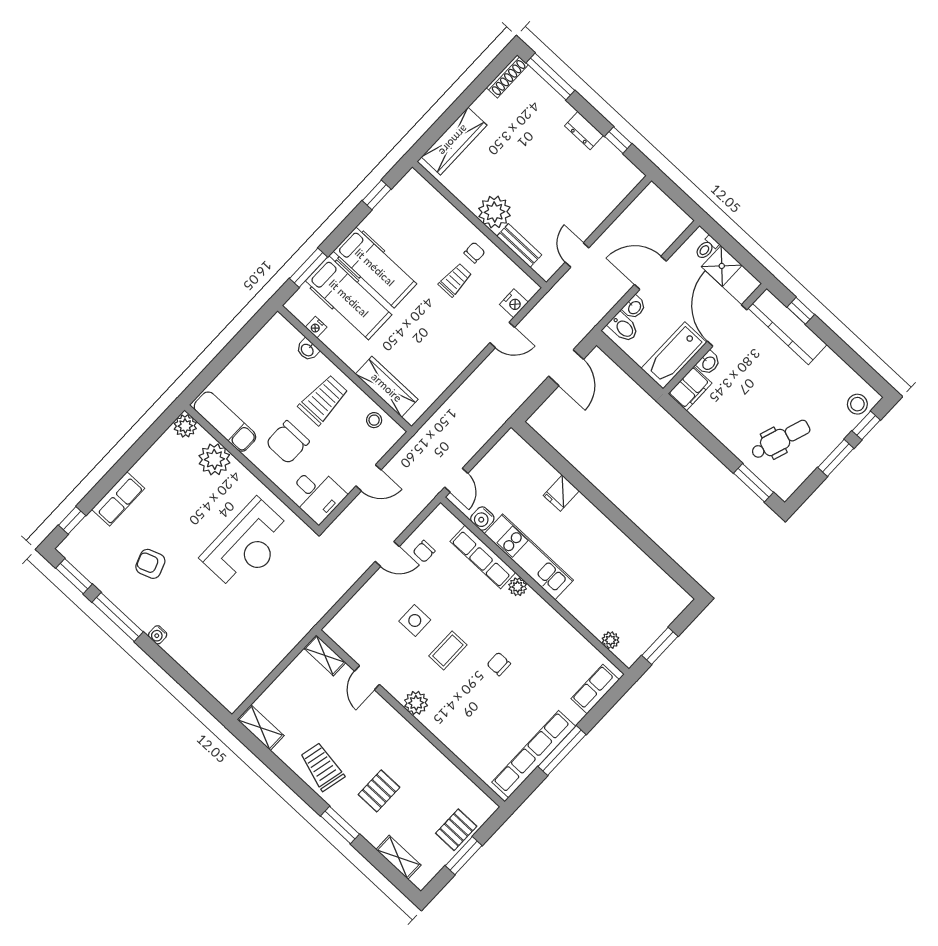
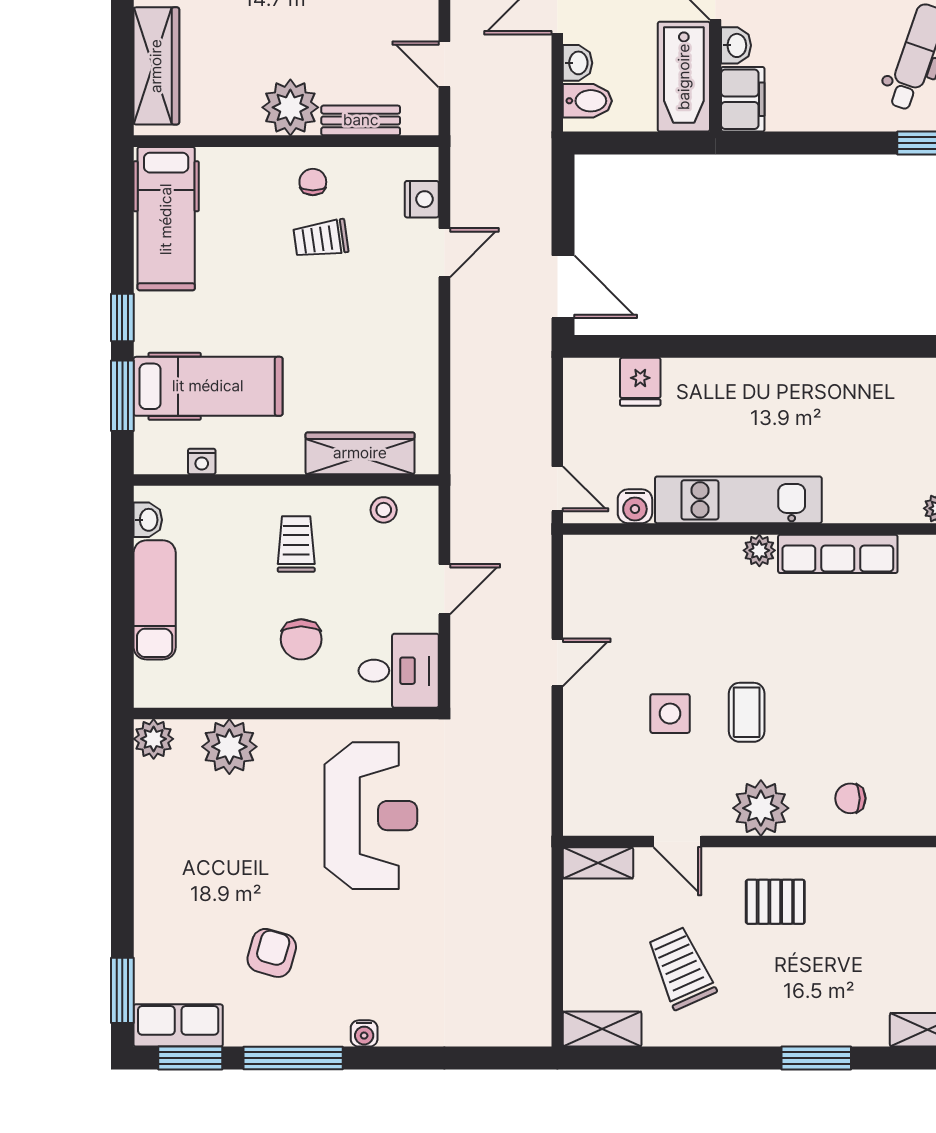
window: (377, 195) -> (122, 318), moved
hospital bed: (375, 267) -> (166, 219), moved, turned 90
trolley: (455, 280) -> (321, 239), turned -98
washbasin: (308, 350) -> (148, 520), moved, turned -90
door: (566, 368) -> (563, 287), moved
trolley: (323, 400) -> (296, 544), width x0.73, depth x0.72
exam couch: (225, 422) -> (155, 600), moved, turned 90
chair: (288, 442) -> (301, 639), width x0.73, depth x0.73
fridge: (561, 493) -> (640, 382), moved
row of seats: (118, 499) -> (178, 1025), moved, turned -90
window: (72, 520) -> (122, 990), width x1.50
chair: (424, 551) -> (600, 616), removed
row of seats: (483, 557) -> (838, 554), moved
armchair: (150, 564) -> (272, 953), turned 126
chair: (499, 664) -> (850, 798), moved
plant: (416, 703) -> (761, 808), width x1.36, depth x1.36
trolley: (322, 767) -> (681, 968), moved, turned 53
pallet: (379, 791) -> (775, 902), moved, turned 90

